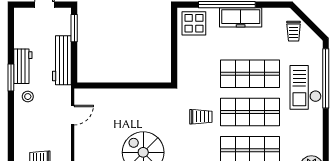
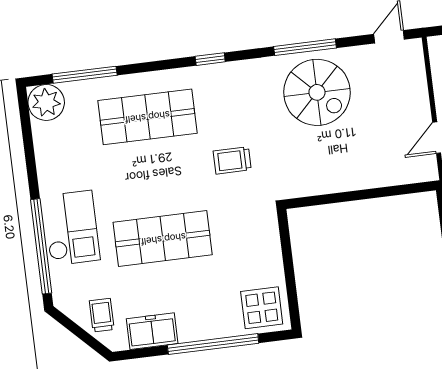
freezer: (241, 17) -> (152, 331), moved, width x0.71
shop shelf: (250, 112) -> (155, 178), removed

